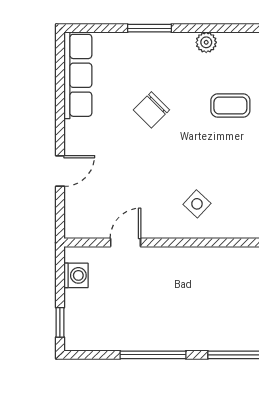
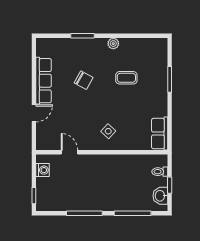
row of seats: (78, 75) -> (44, 81), moved
chair: (151, 110) -> (84, 80), turned -106
door: (125, 243) -> (69, 152), hinge flipped

